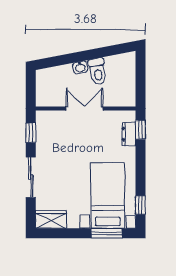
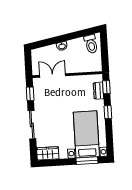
toilet: (98, 71) -> (91, 44), moved
double door: (85, 109) -> (53, 75), moved
window: (140, 205) -> (108, 112), moved

